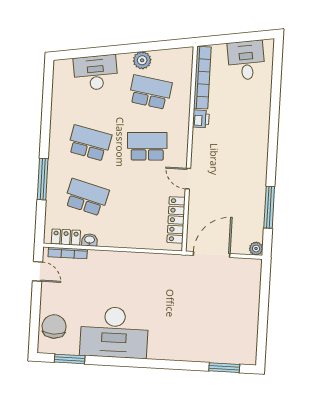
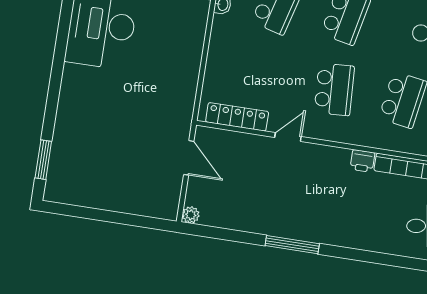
window: (269, 207) -> (292, 245), moved
door: (212, 254) -> (189, 158), width x0.73

